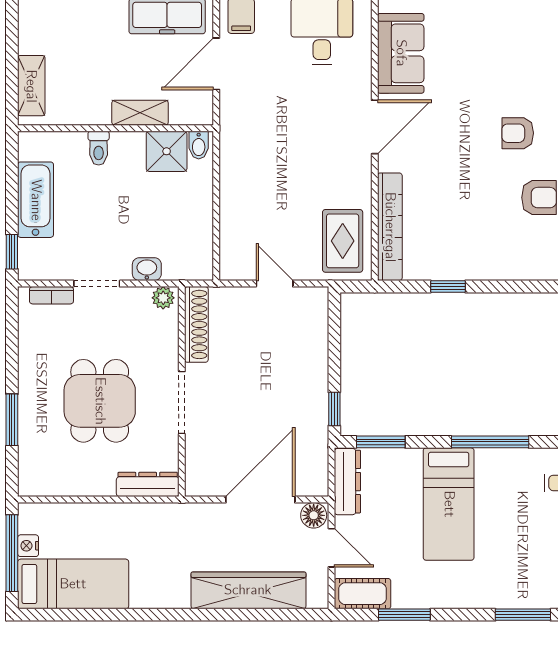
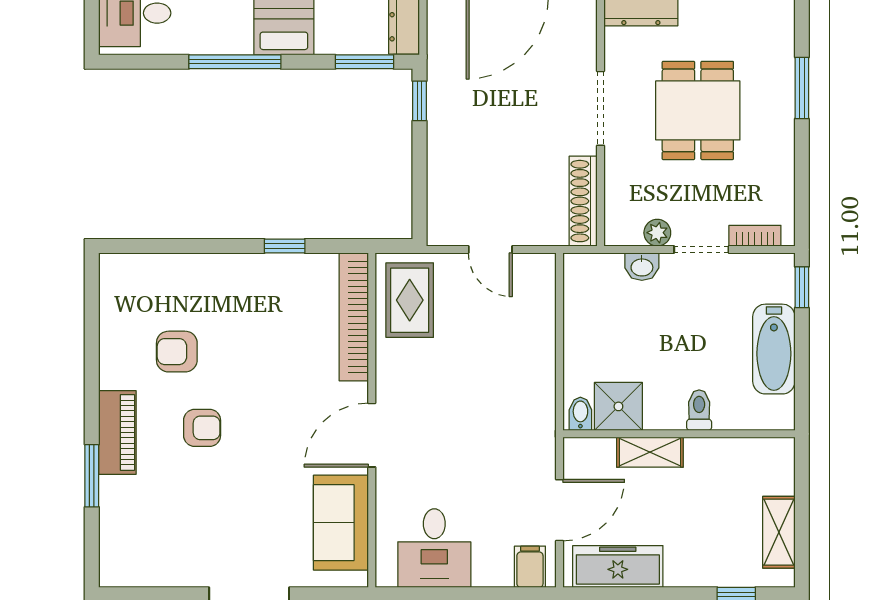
shelving: (31, 86) -> (779, 532), moved
plant: (163, 298) -> (657, 233), moved

